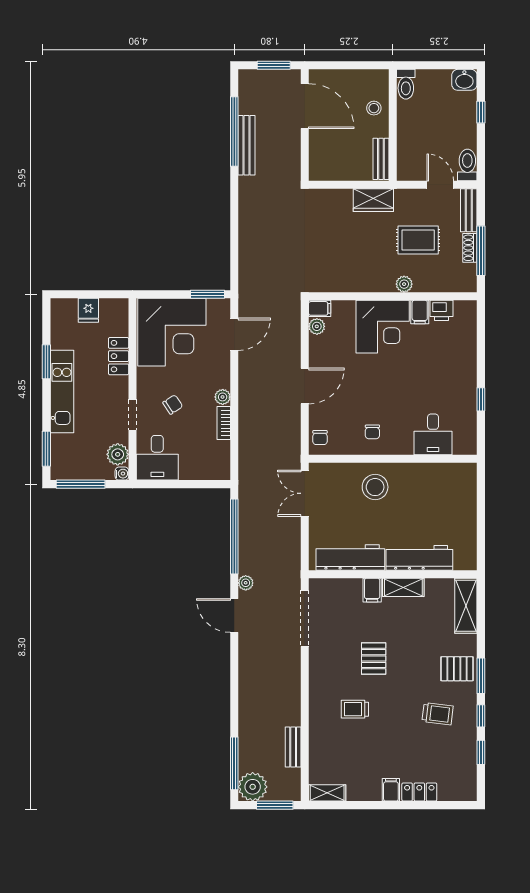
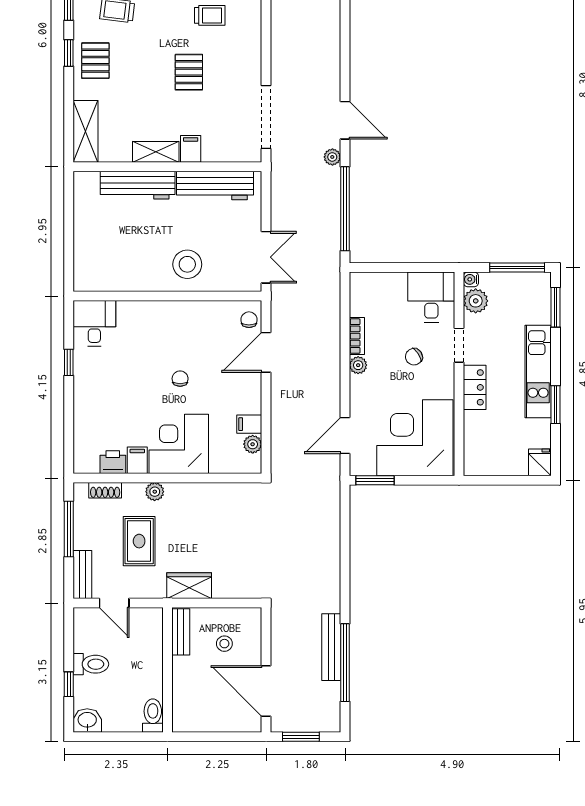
stool: (374, 108) -> (224, 644), moved
toilet: (467, 165) -> (91, 664), moved, turned -90
rug: (418, 240) -> (139, 541), turned 90
shoe rack: (470, 248) -> (105, 490), moved, turned 90
filing cabinet: (320, 308) -> (249, 424), moved
fridge: (88, 310) -> (540, 462), moved
locker: (119, 356) -> (475, 387), moved
door: (305, 386) -> (266, 352), moved
chair: (372, 432) -> (180, 379), moved
desk: (433, 434) -> (94, 323), moved
pallet: (457, 669) -> (95, 61), turned 90
window: (481, 676) -> (69, 53), width x0.67

